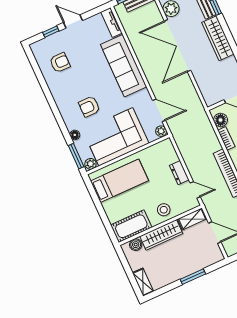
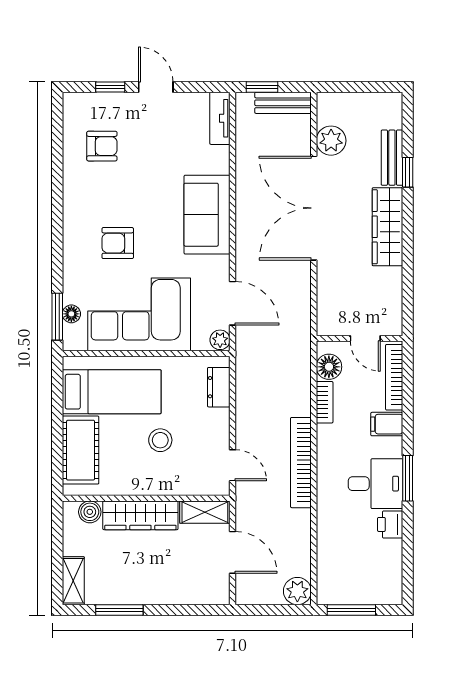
sofa: (124, 66) -> (207, 215), width x0.73
floor lamp: (75, 135) -> (71, 314), moved
plant: (90, 164) -> (76, 341), removed
dresser: (179, 173) -> (219, 387), moved
stool: (164, 210) -> (160, 440), moved
cot: (131, 226) -> (81, 450), moved, turned 90
window: (193, 277) -> (119, 610), moved

